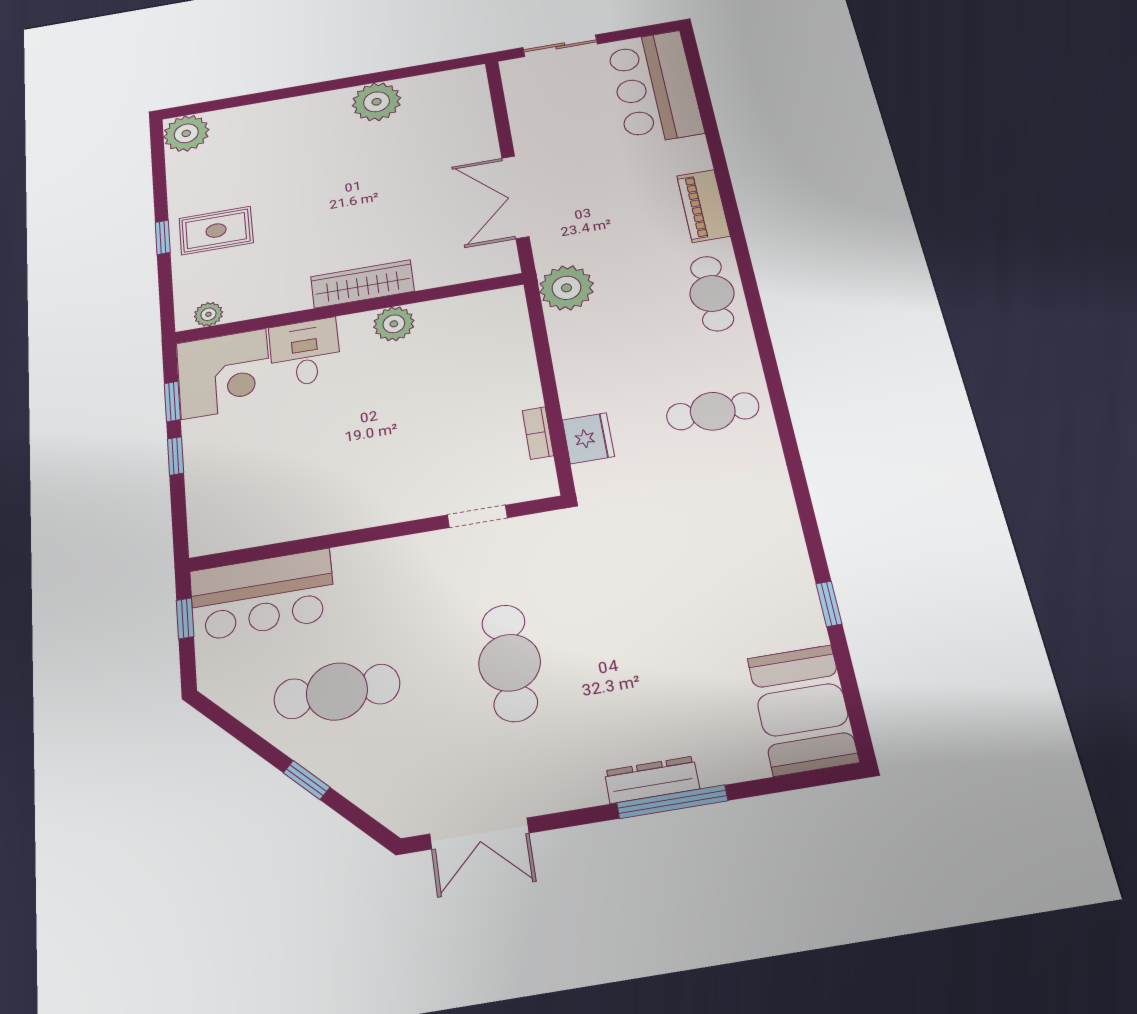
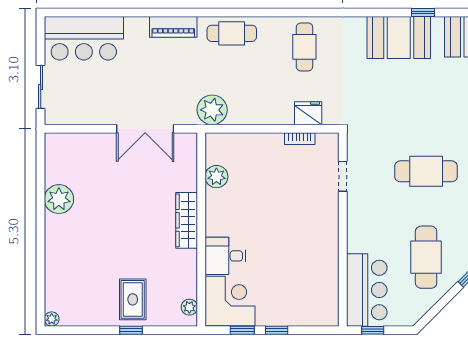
plant: (186, 133) -> (52, 319), width x0.53, depth x0.53
plant: (394, 324) -> (216, 177), moved
booth: (768, 568) -> (399, 37), added

